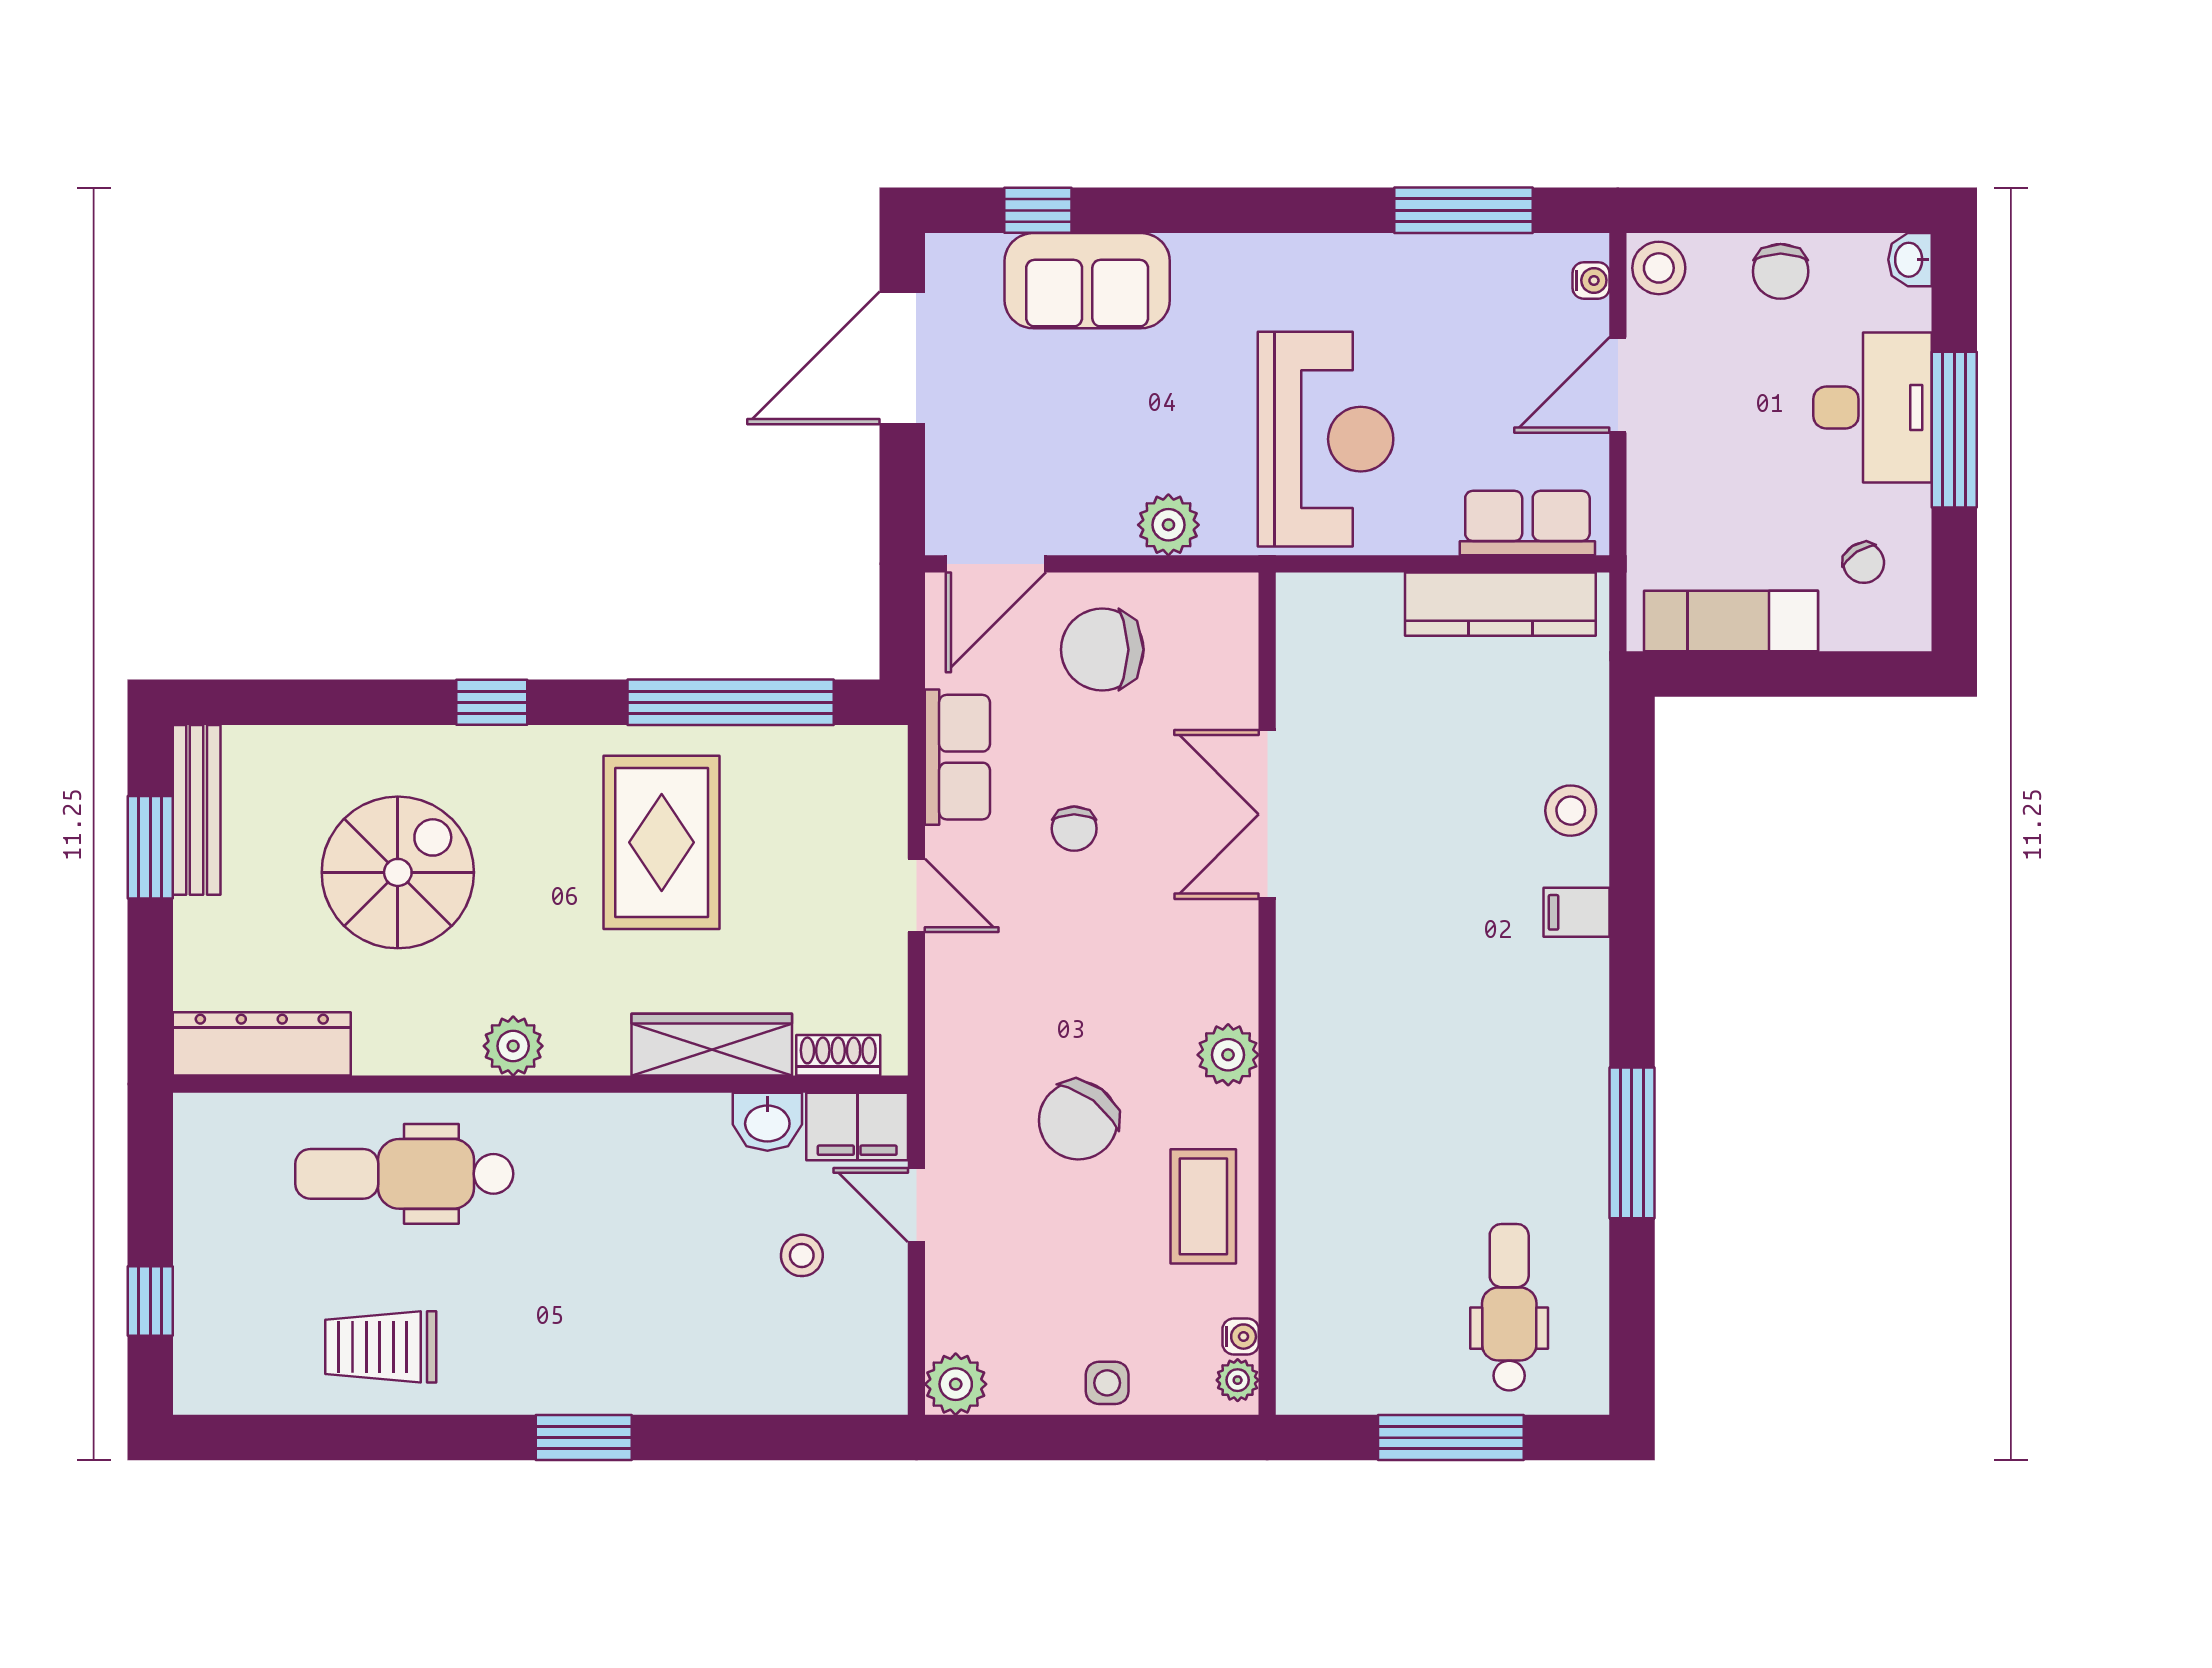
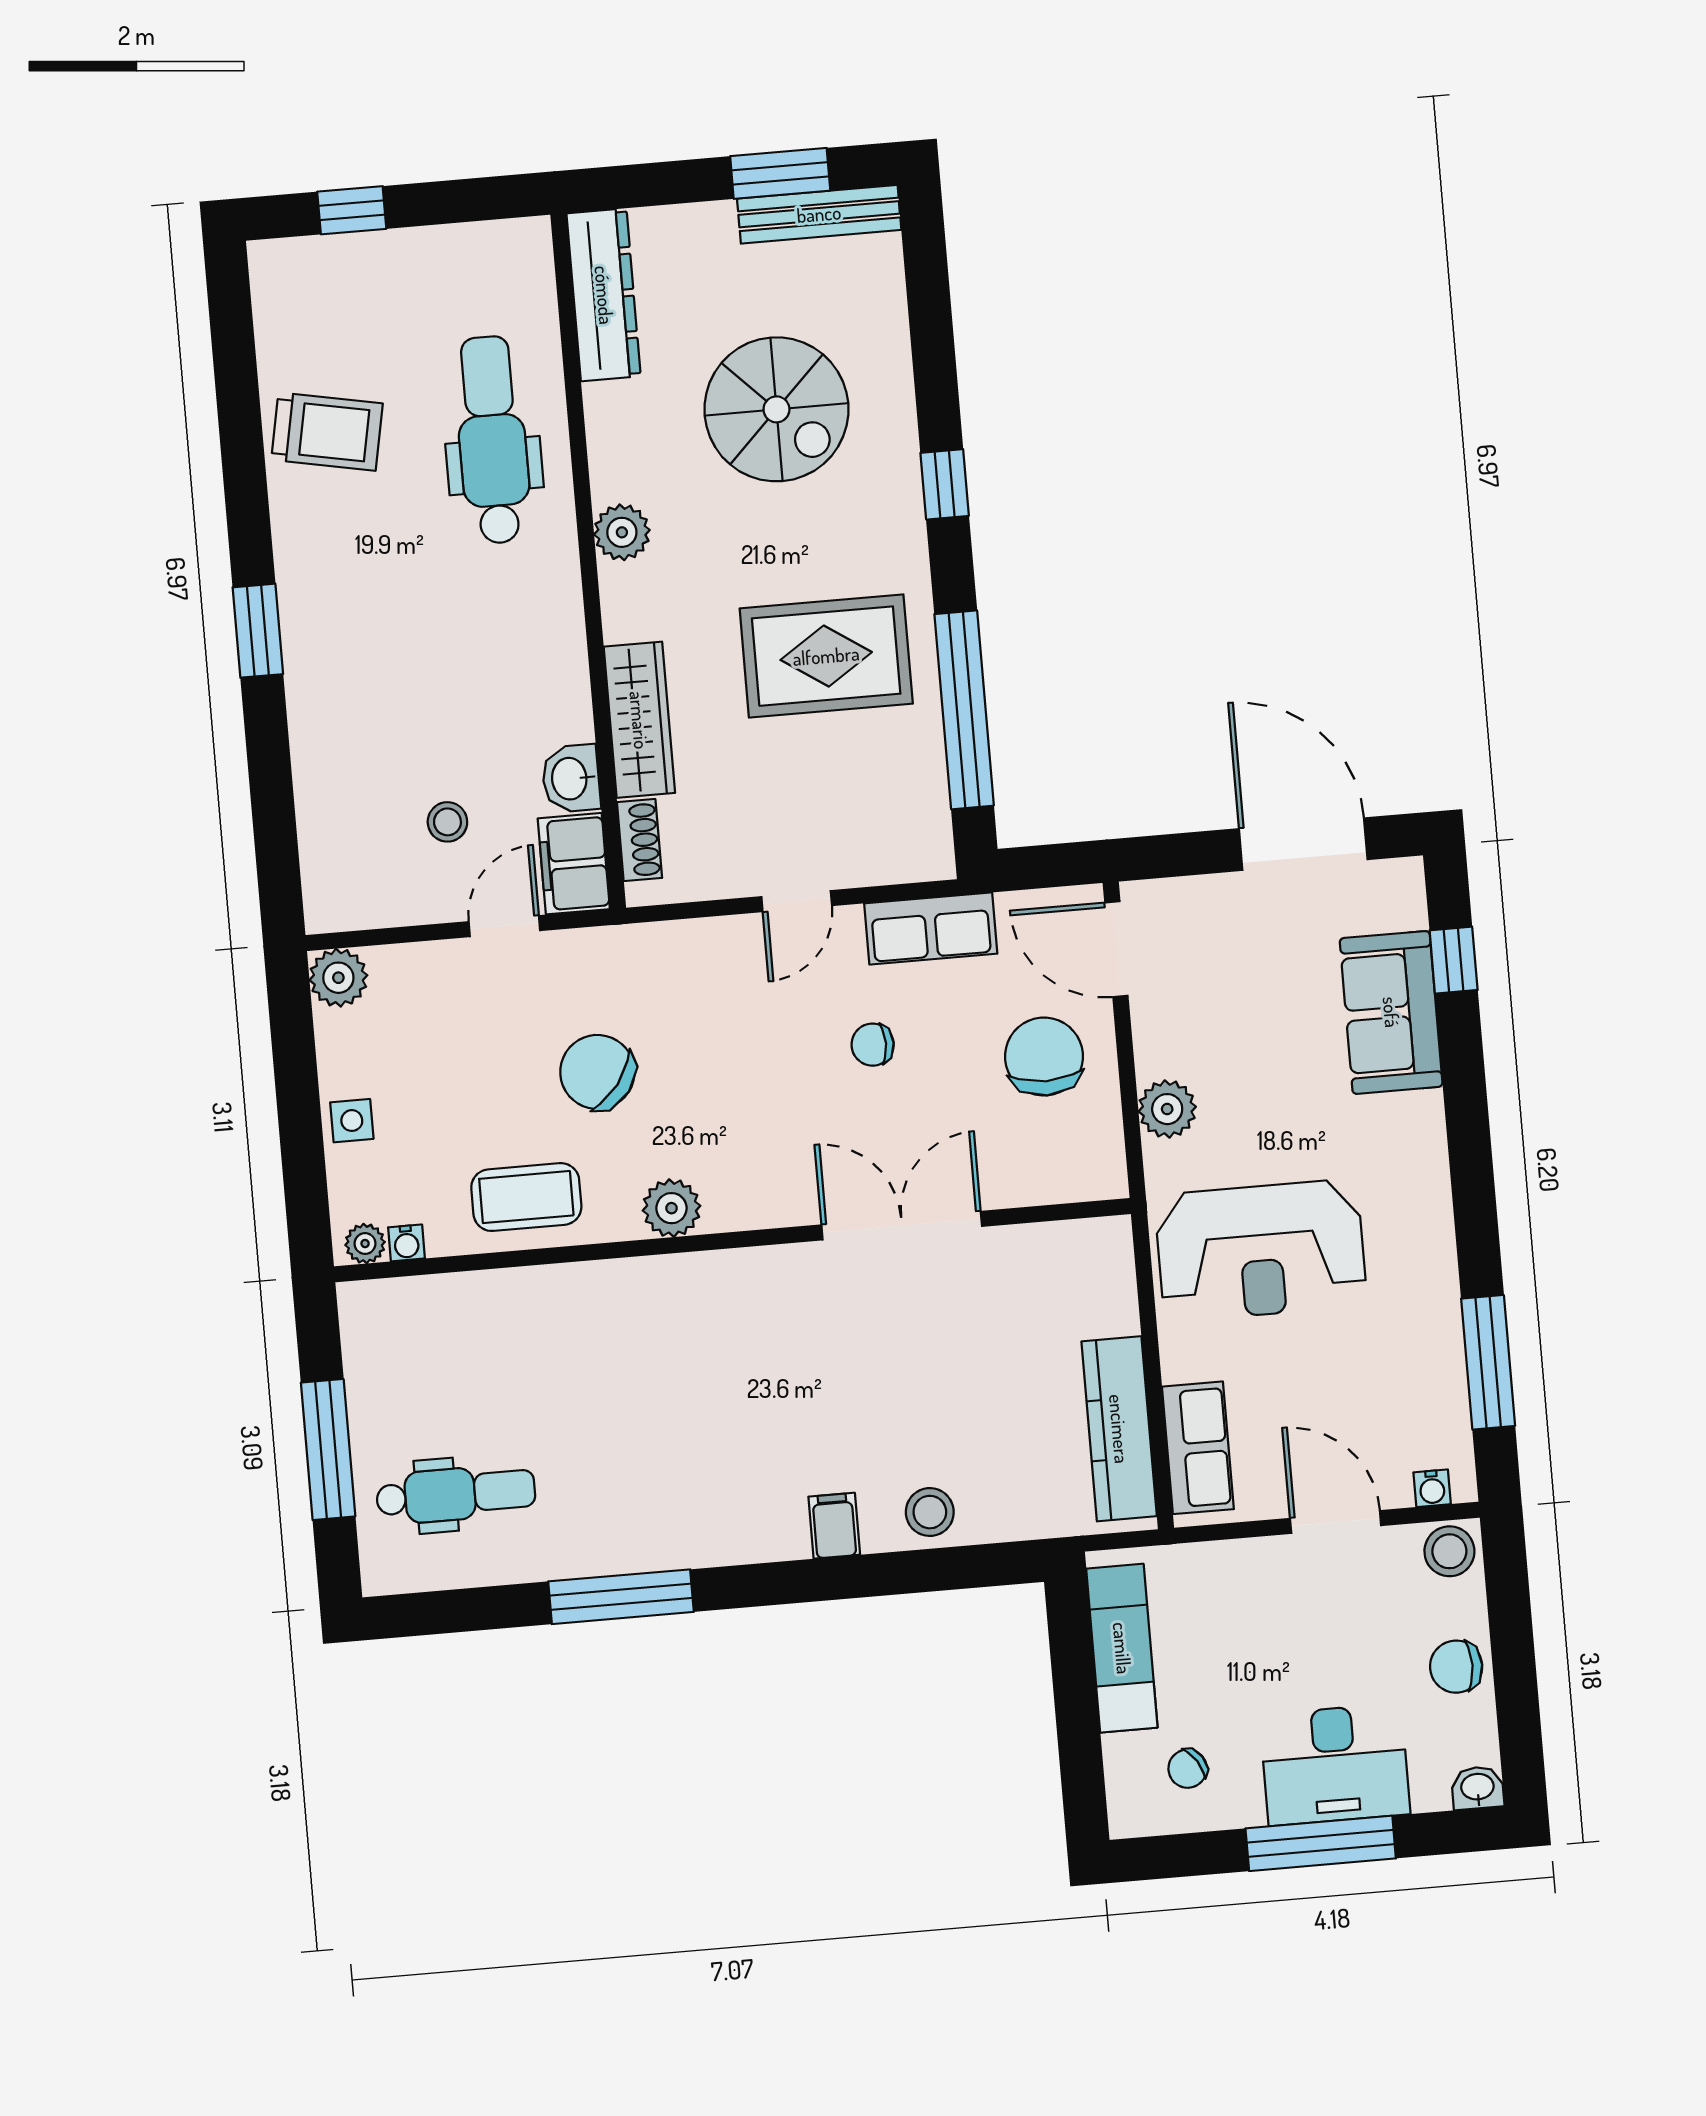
trolley: (381, 1347) -> (327, 432), turned 101

